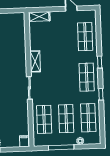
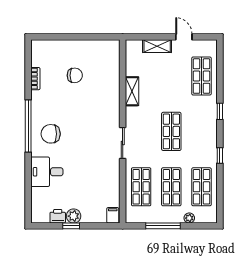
shelving: (39, 17) -> (157, 46), moved
shelving: (35, 61) -> (132, 91), moved
shop shelf: (87, 77) -> (171, 131), moved

